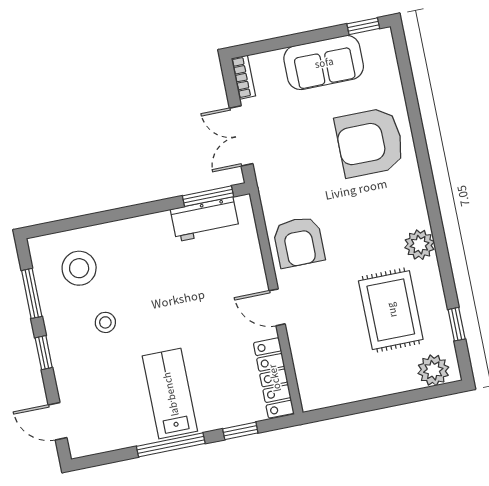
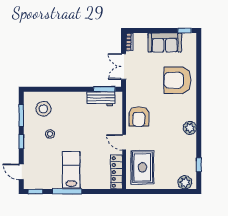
rug: (391, 310) -> (142, 167), moved
window: (240, 431) -> (35, 191), moved

